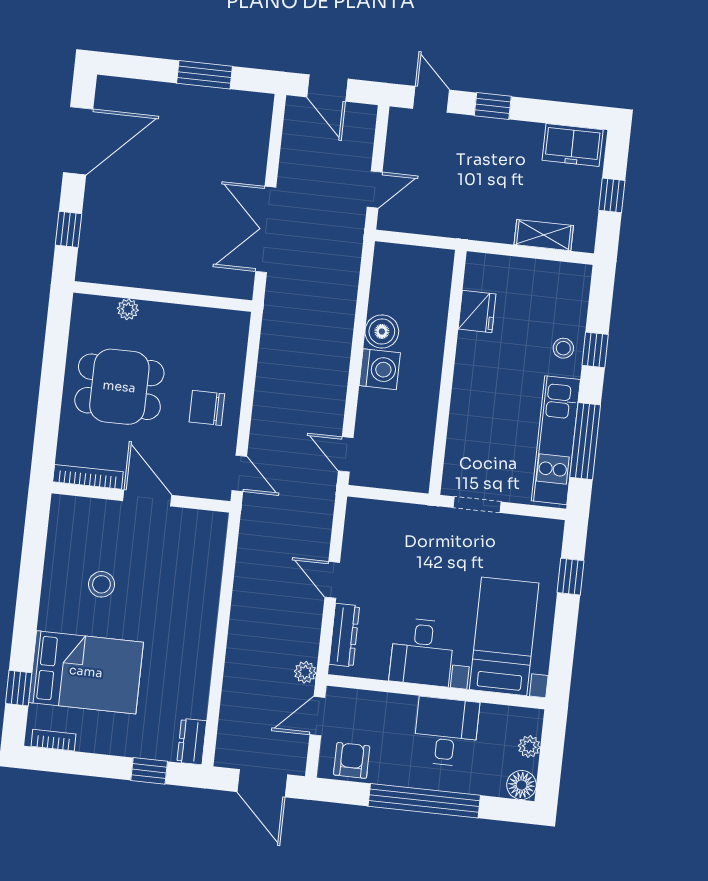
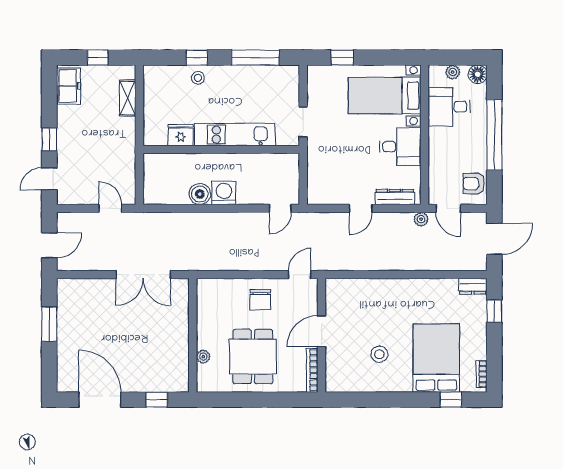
kitchen unit: (556, 440) -> (235, 135), moved, turned 180
desk: (446, 732) -> (449, 107), moved

